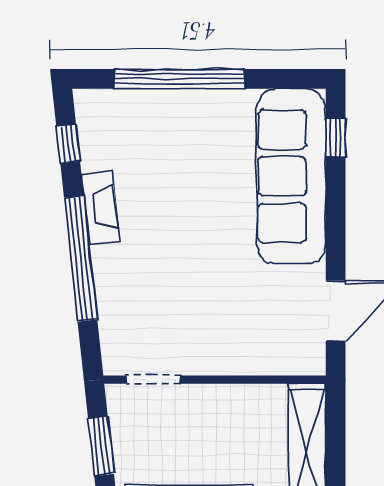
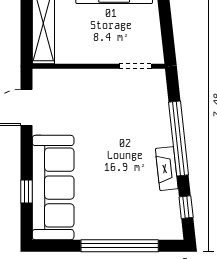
window: (336, 138) -> (26, 191), moved
window: (101, 446) -> (166, 27), removed

